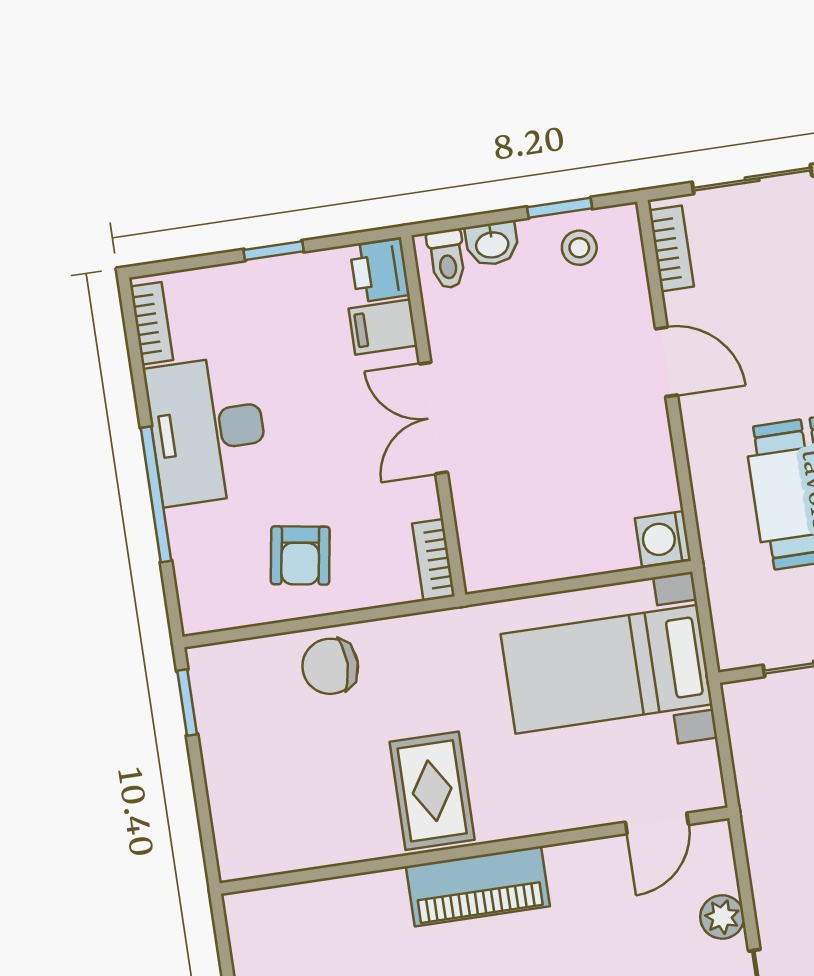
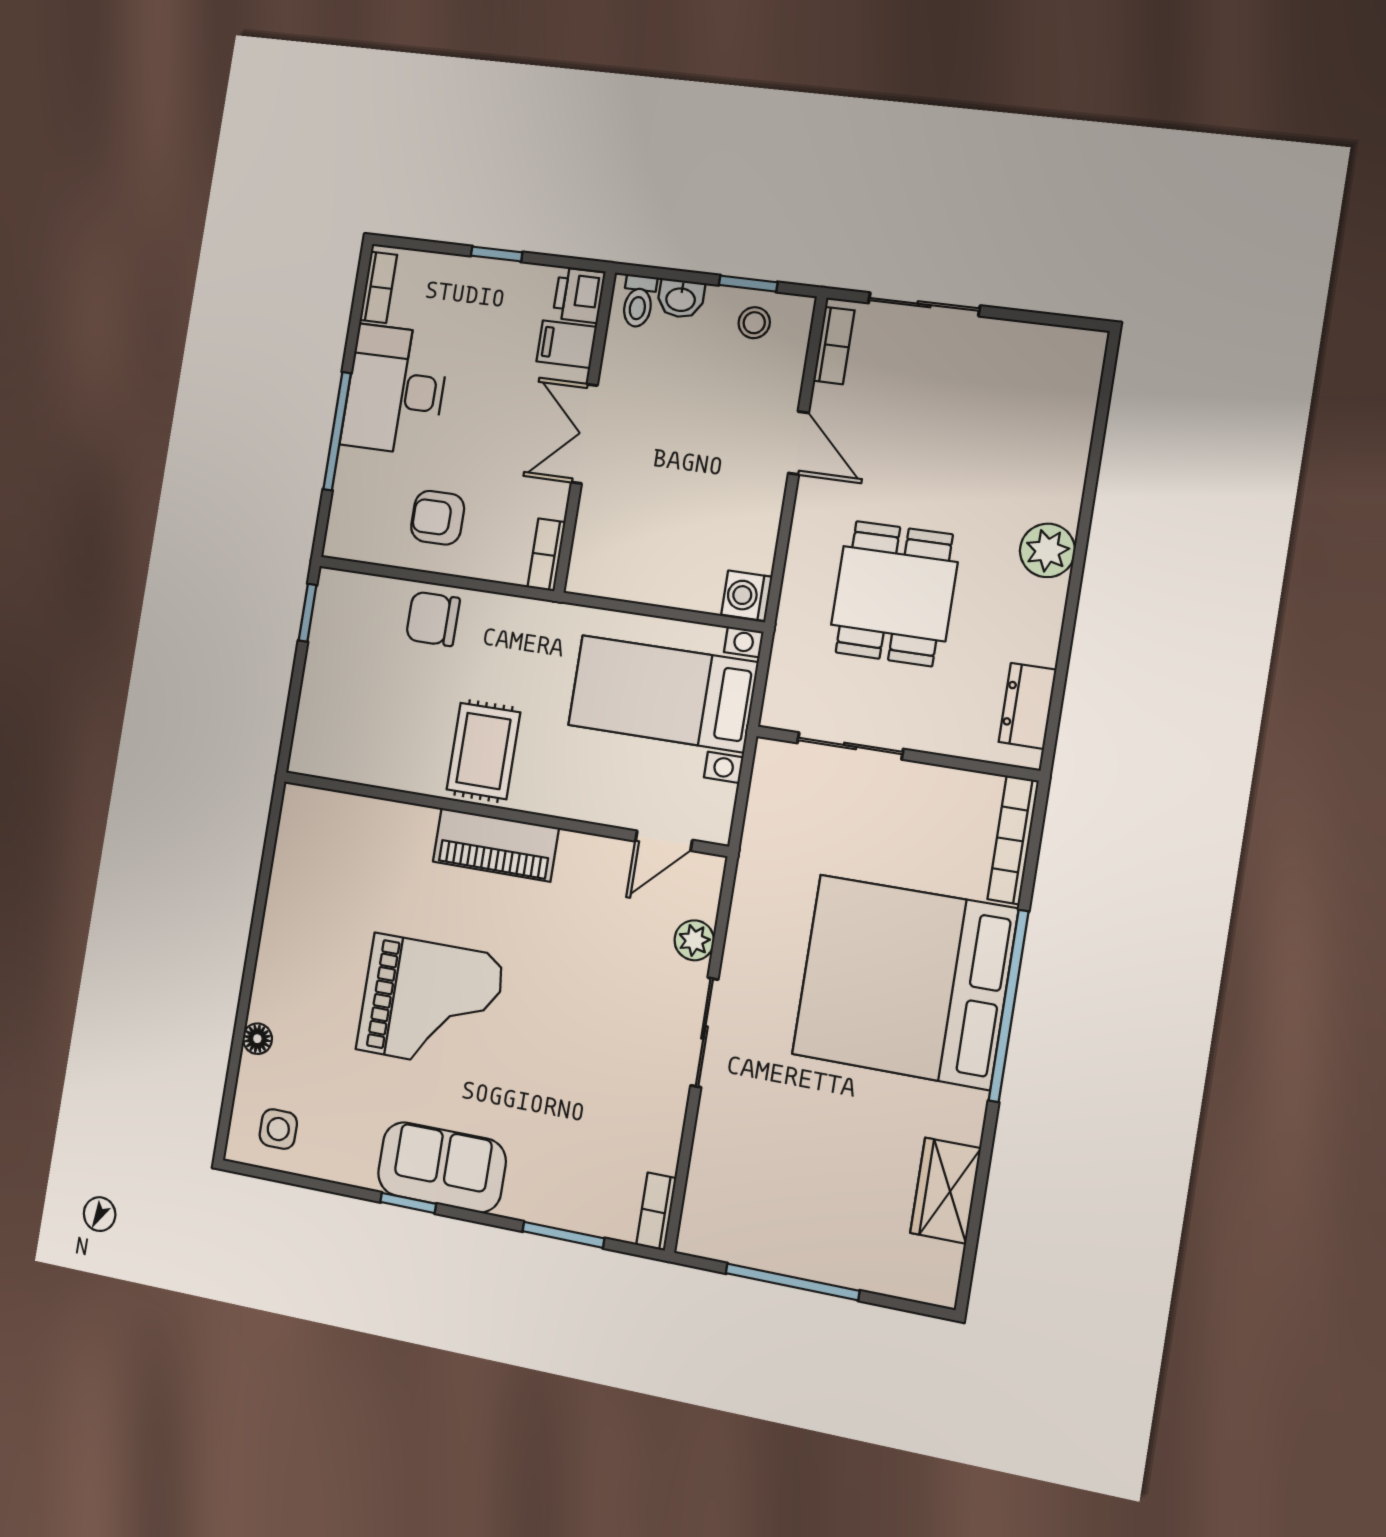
armchair: (300, 556) -> (438, 518), turned 81

